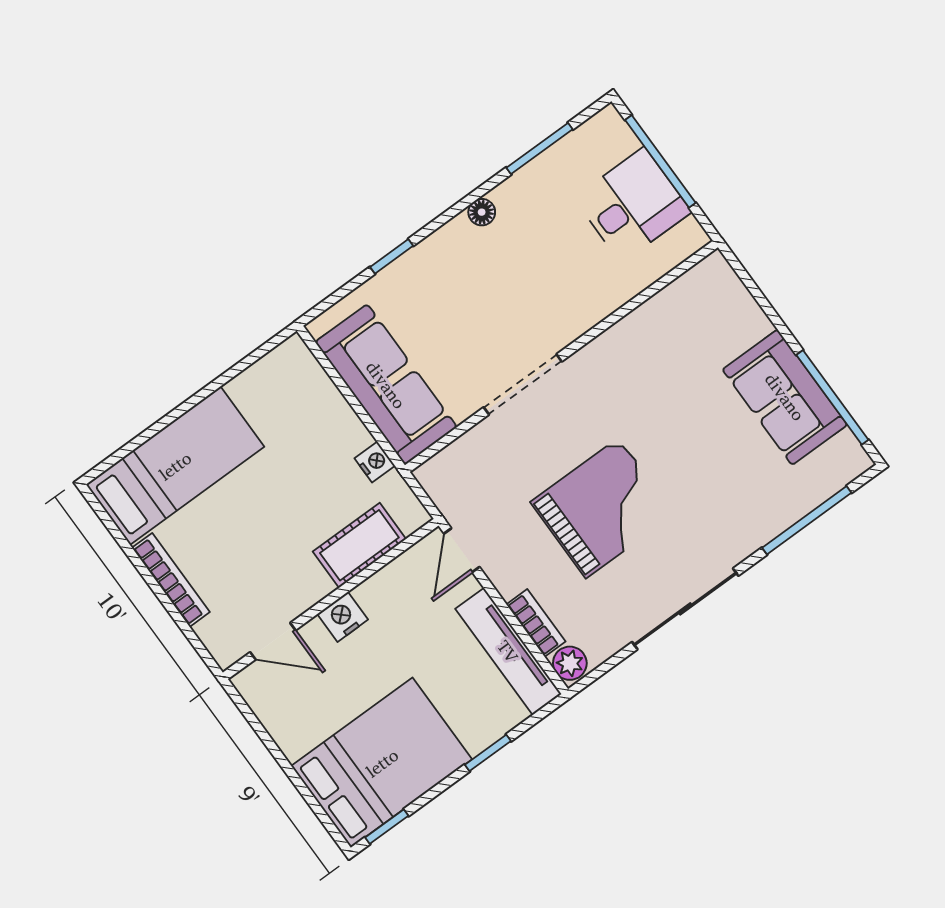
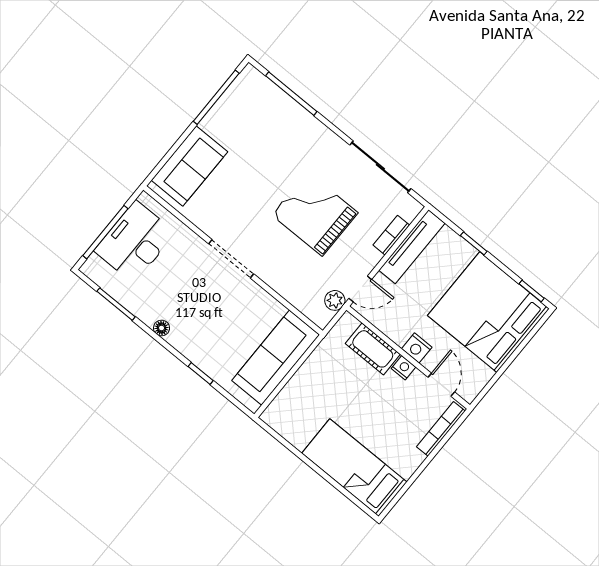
desk: (633, 205) -> (135, 242), width x1.37
doorway: (523, 384) -> (231, 259), moved
sofa: (785, 397) -> (189, 166), moved
nightstand: (375, 462) -> (403, 368), moved, turned 90
bookcase: (171, 580) -> (441, 429), moved
sliding door: (685, 609) -> (380, 167), moved
plant: (570, 663) -> (335, 300), moved
bed: (382, 763) -> (488, 312), width x1.36

